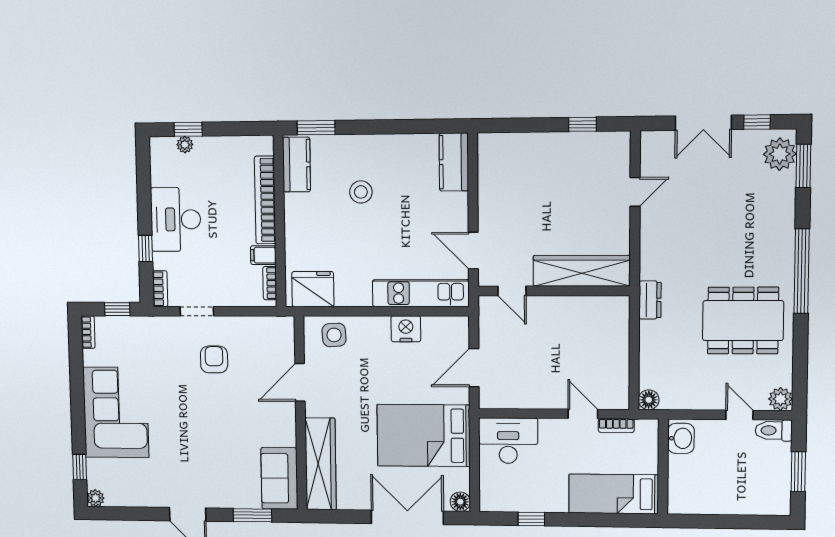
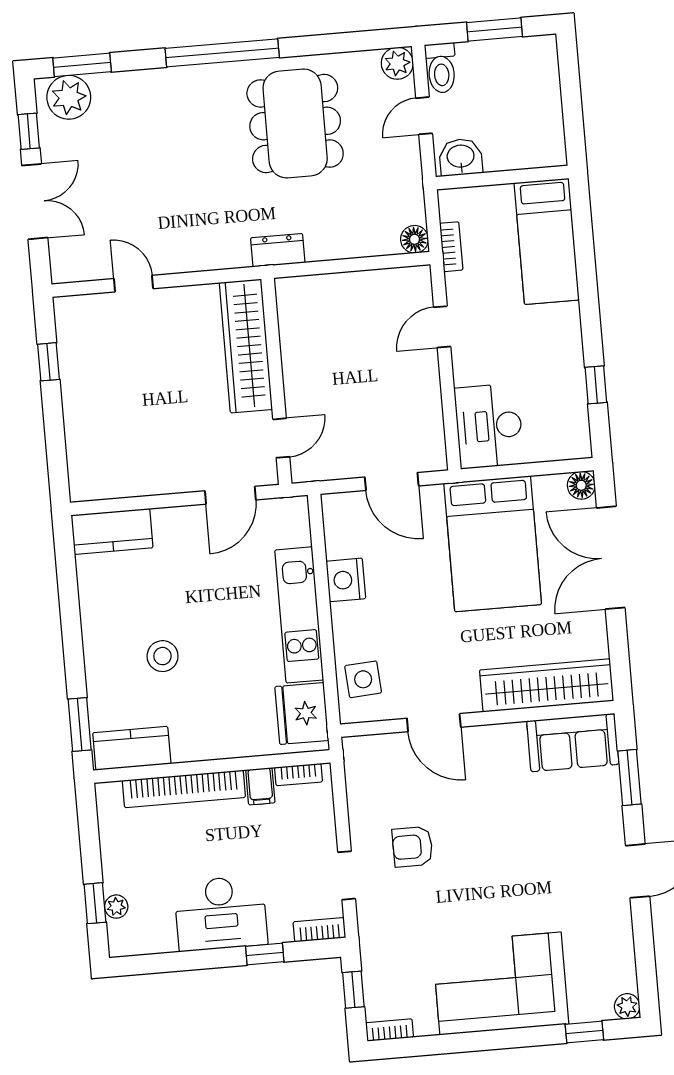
kitchen unit: (421, 293) -> (299, 615), moved
bookcase: (616, 426) -> (451, 247), moved
washbasin: (681, 438) -> (461, 157), moved
wall: (663, 467) -> (502, 178), moved
bed: (614, 494) -> (547, 241), moved

